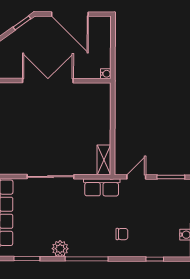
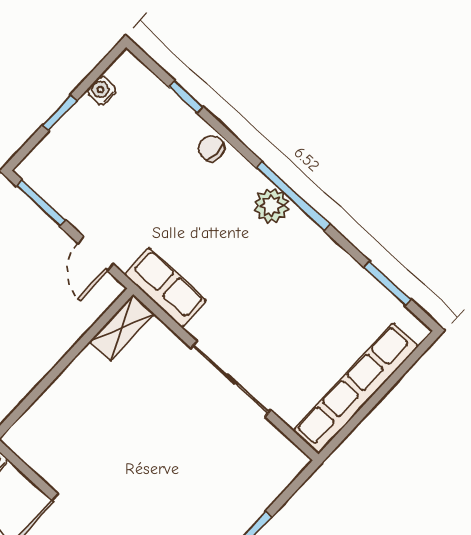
door: (136, 177) -> (96, 254), hinge flipped
chair: (122, 234) -> (211, 148), moved
plant: (60, 249) -> (271, 206), moved

